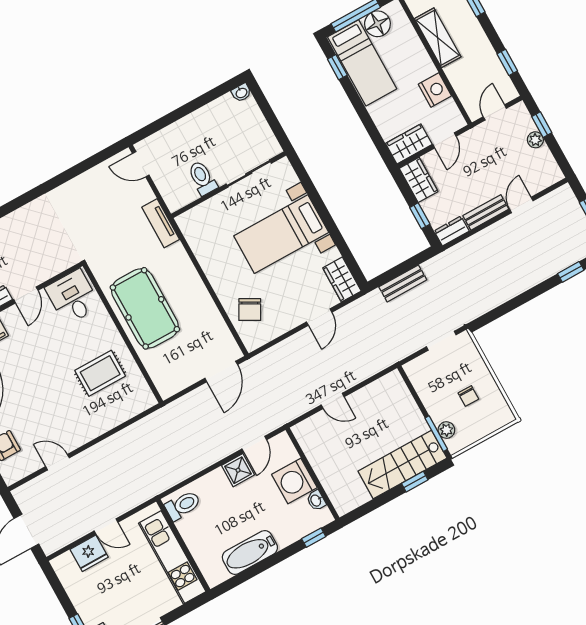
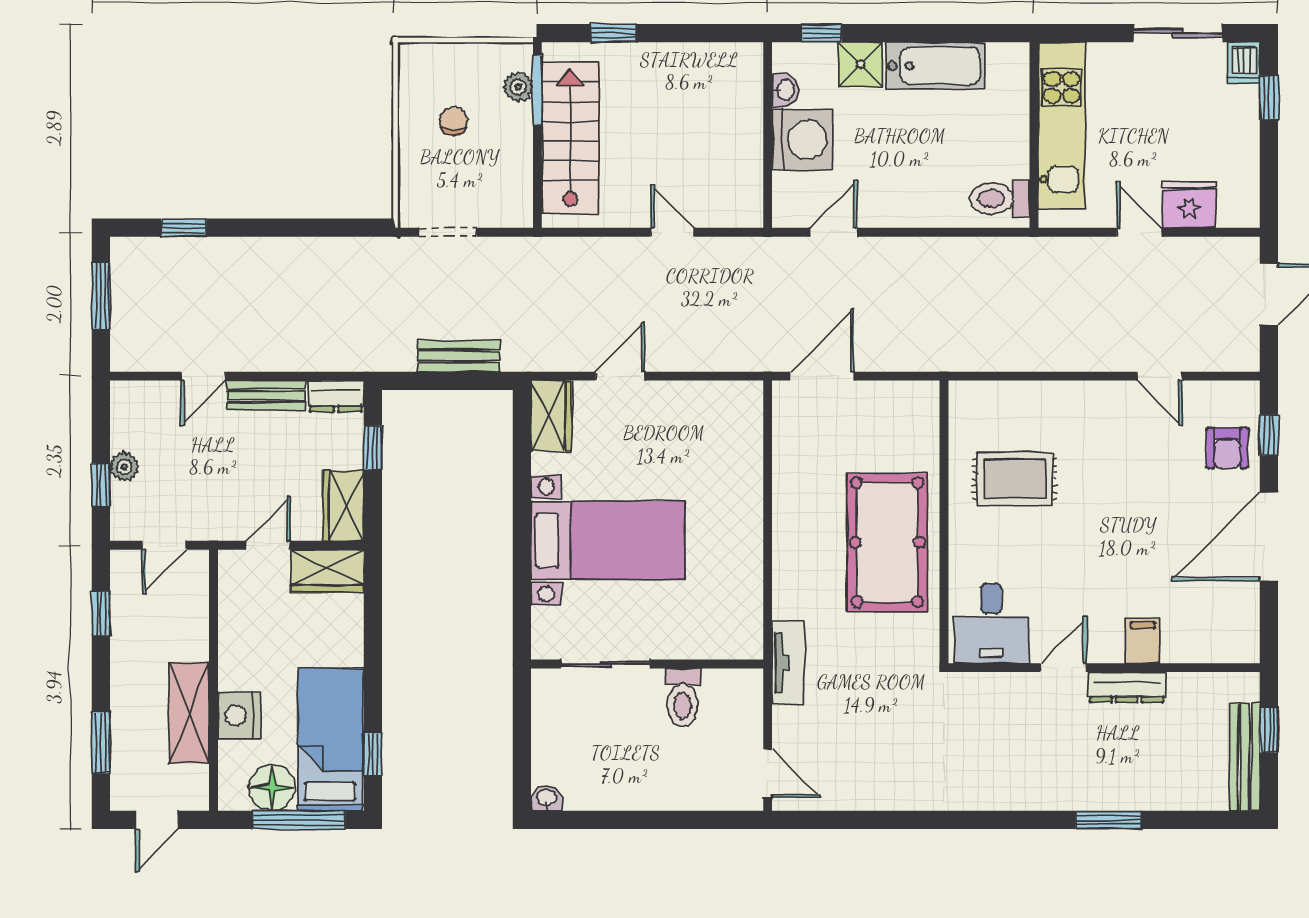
nightstand: (435, 90) -> (239, 716), moved
chair: (250, 310) -> (723, 449), removed
stairs: (402, 465) -> (570, 138), moved, turned -90
shower: (238, 470) -> (860, 64), moved

